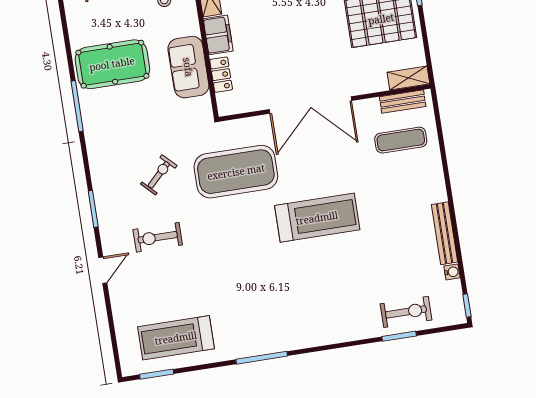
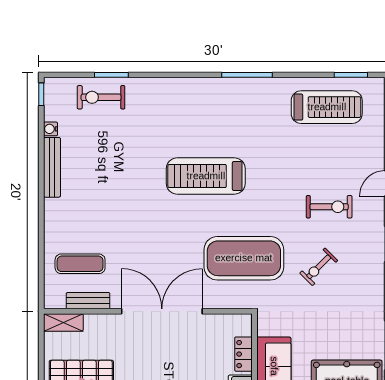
bench: (403, 102) -> (88, 301), moved
treadmill: (317, 218) -> (206, 176), moved

